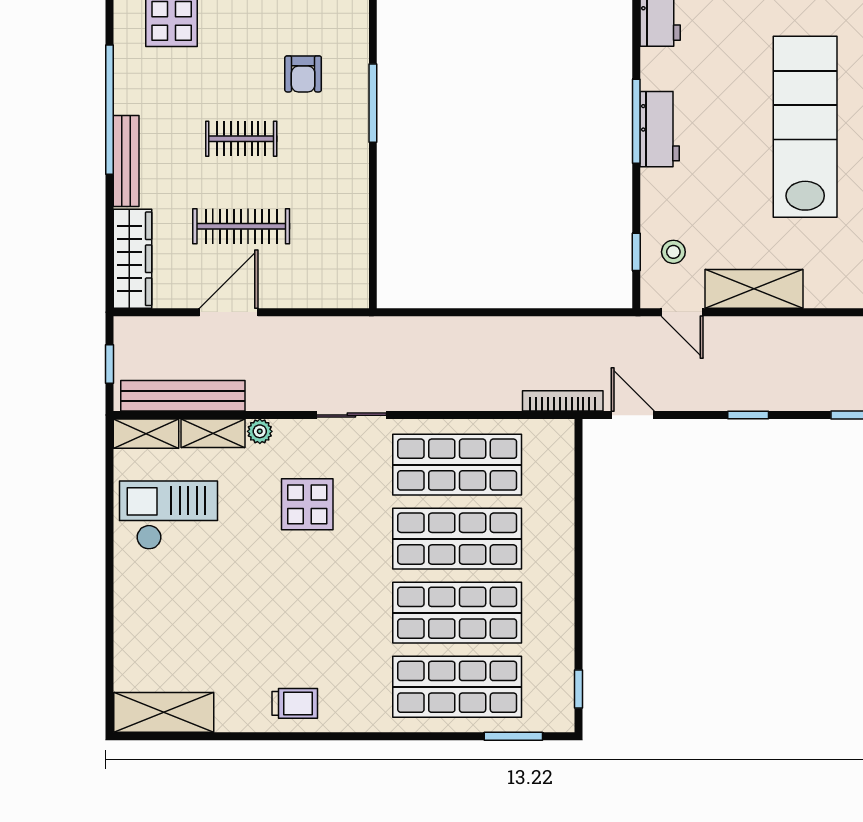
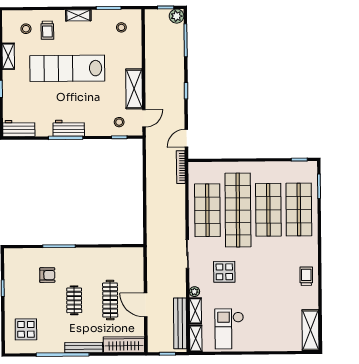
shop shelf: (457, 539) -> (238, 210), width x1.40

